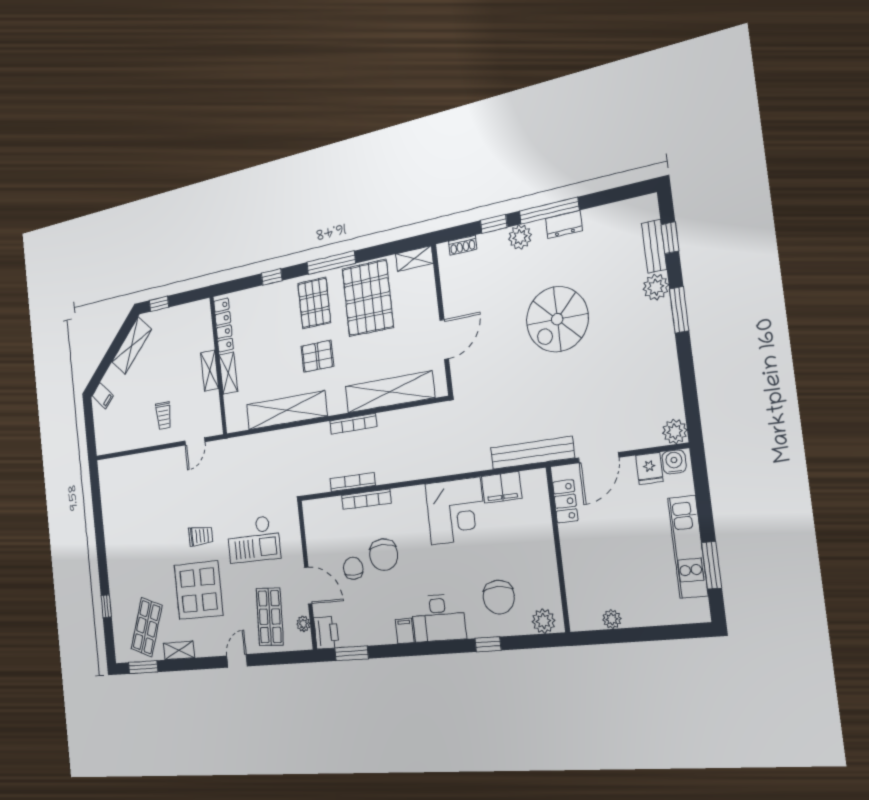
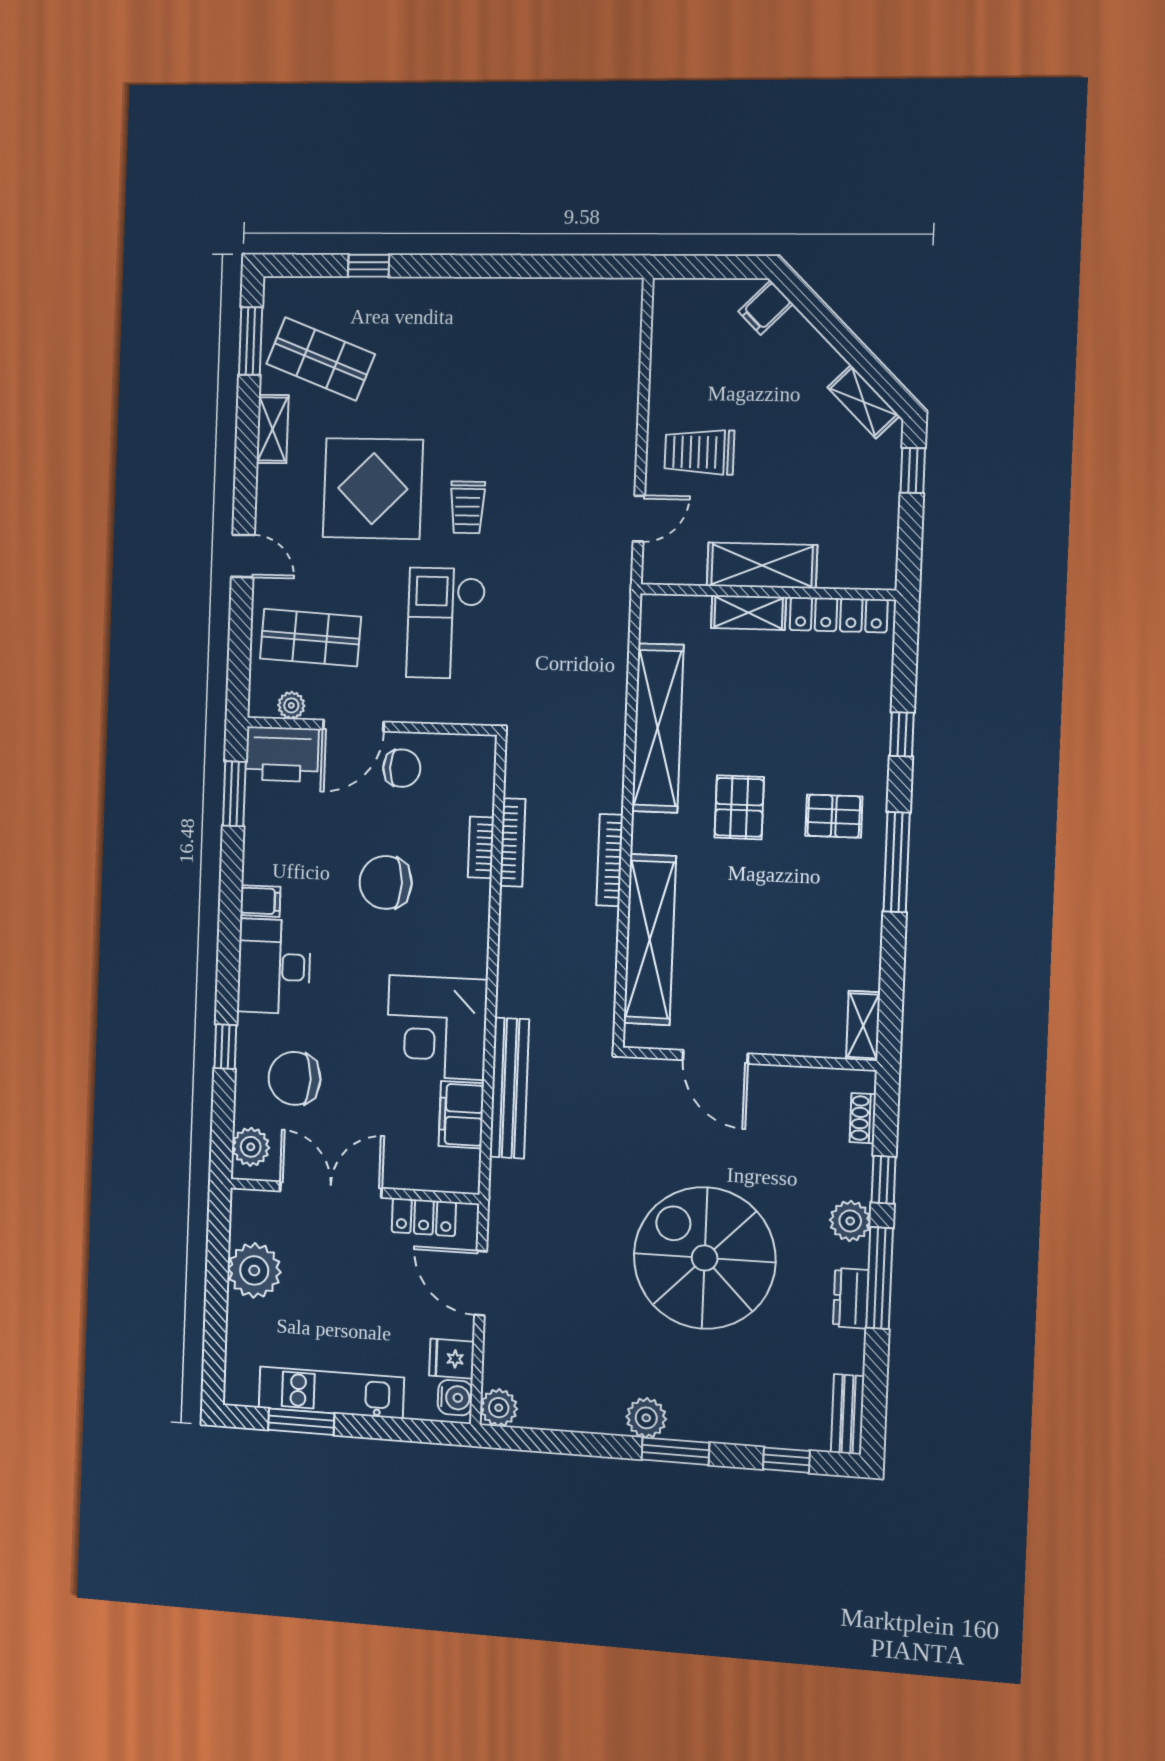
bench: (654, 246) -> (848, 1414), moved, turned 90
plant: (656, 287) -> (646, 1418), moved
pallet: (368, 298) -> (818, 925), removed
pallet: (314, 303) -> (834, 816), width x0.67, depth x0.71
spiral stairs: (557, 319) -> (705, 1258), width x1.37, depth x1.37
shelving: (132, 346) -> (863, 402), width x0.67, depth x0.75
shelving: (210, 371) -> (762, 565), width x1.50, depth x1.33
trolley: (164, 416) -> (699, 452), width x1.36, depth x1.39
door: (195, 441) -> (639, 519), swing flipped
bench: (532, 453) -> (509, 1088), moved
bookcase: (366, 499) -> (481, 847), width x0.64
double door: (560, 565) -> (331, 1190), added
chair: (353, 568) -> (402, 768), moved
plant: (612, 619) -> (254, 1270), width x1.88, depth x1.88
printer: (326, 633) -> (282, 754), width x1.37, depth x1.19

